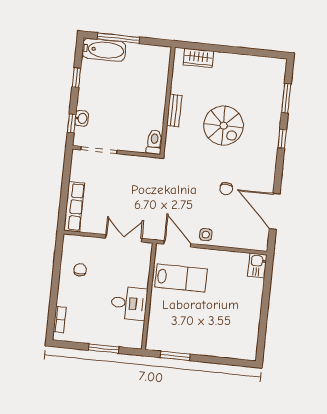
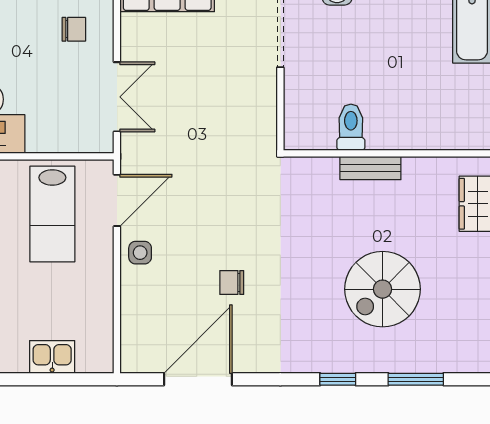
spiral stairs: (224, 126) -> (383, 289), moved
toilet: (154, 142) -> (351, 127), moved, turned -90
kitchen sink: (257, 265) -> (52, 357), moved
chair: (80, 270) -> (74, 29), moved

